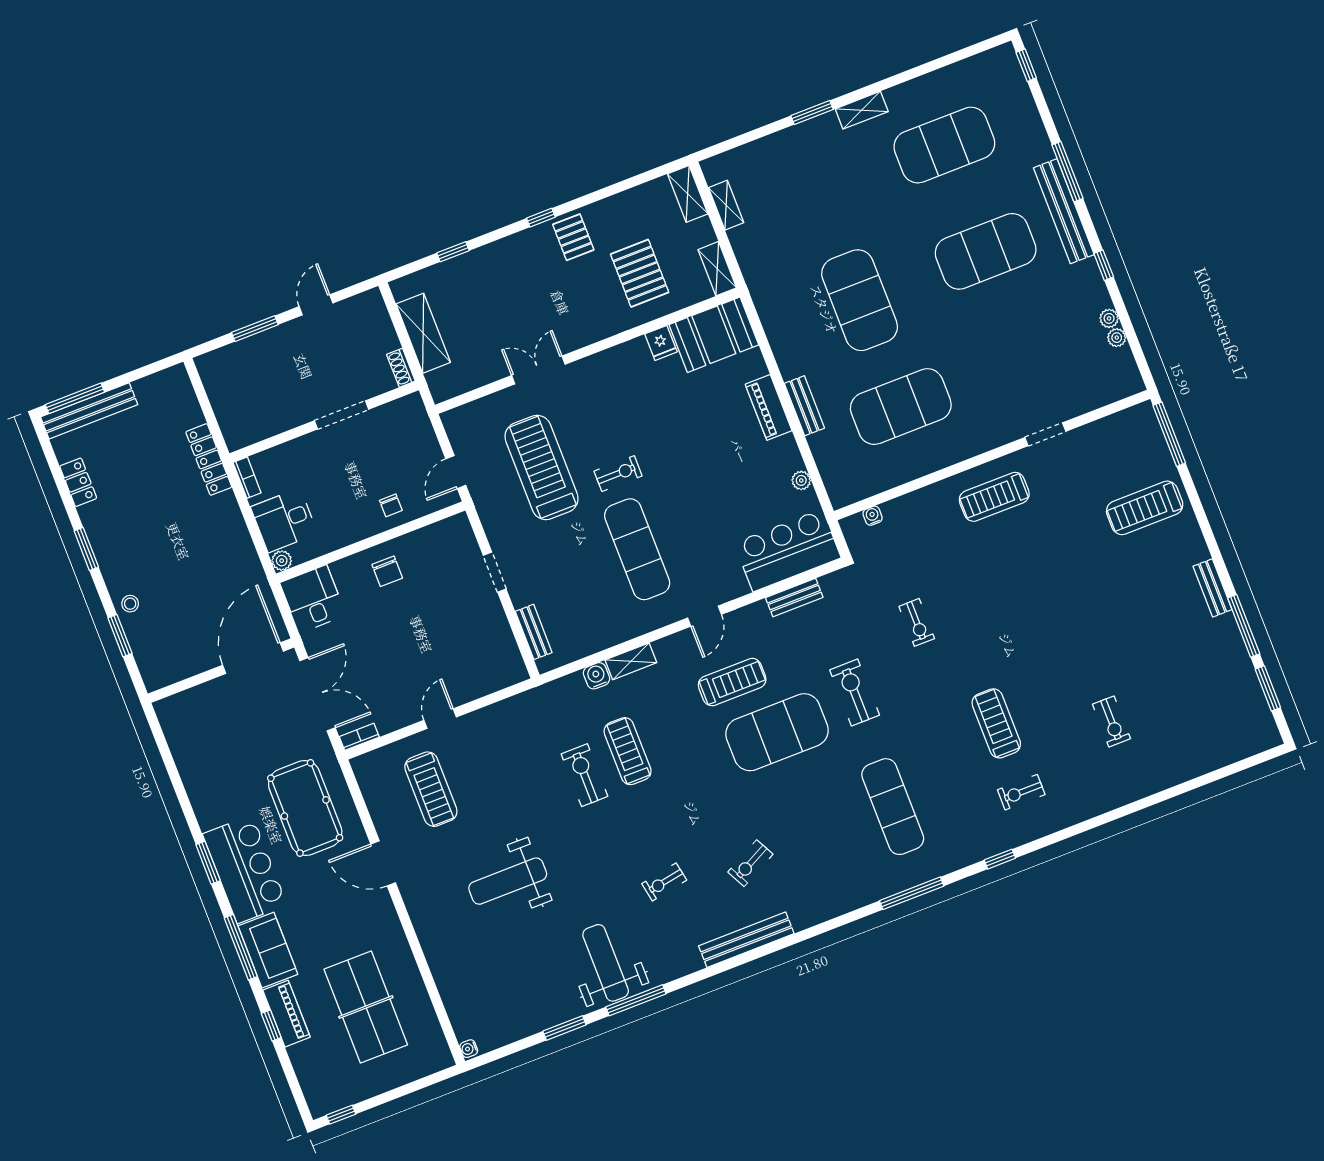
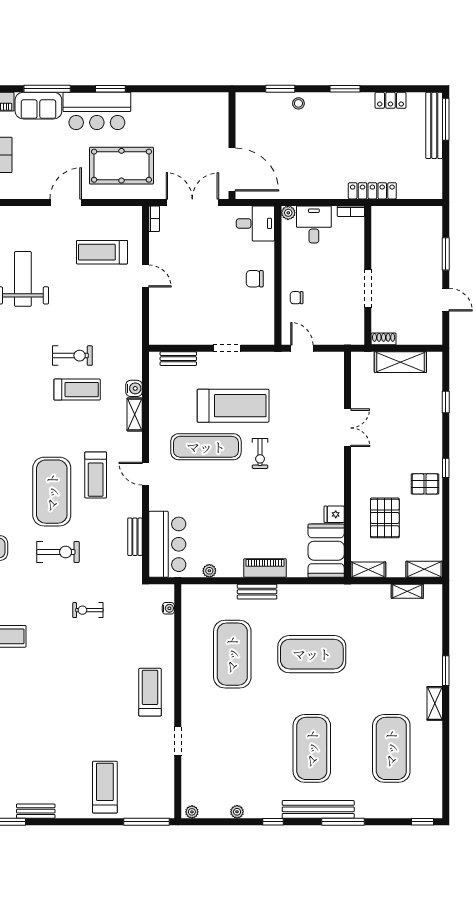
pallet: (640, 273) -> (385, 518), turned 90
plant: (1117, 338) -> (192, 812), moved
treadmill: (542, 468) -> (233, 406), moved
double door: (318, 694) -> (192, 202), swing flipped

